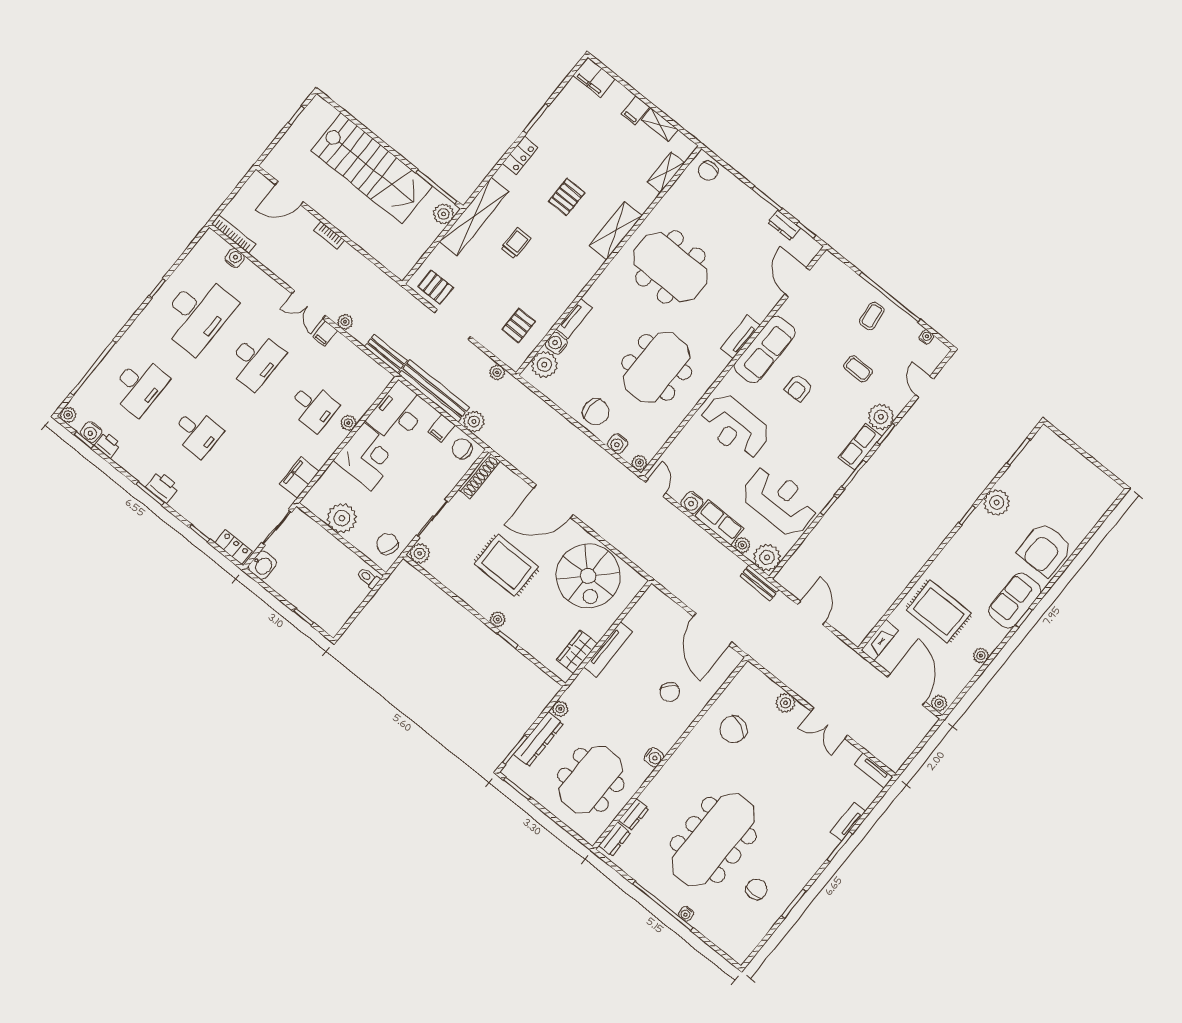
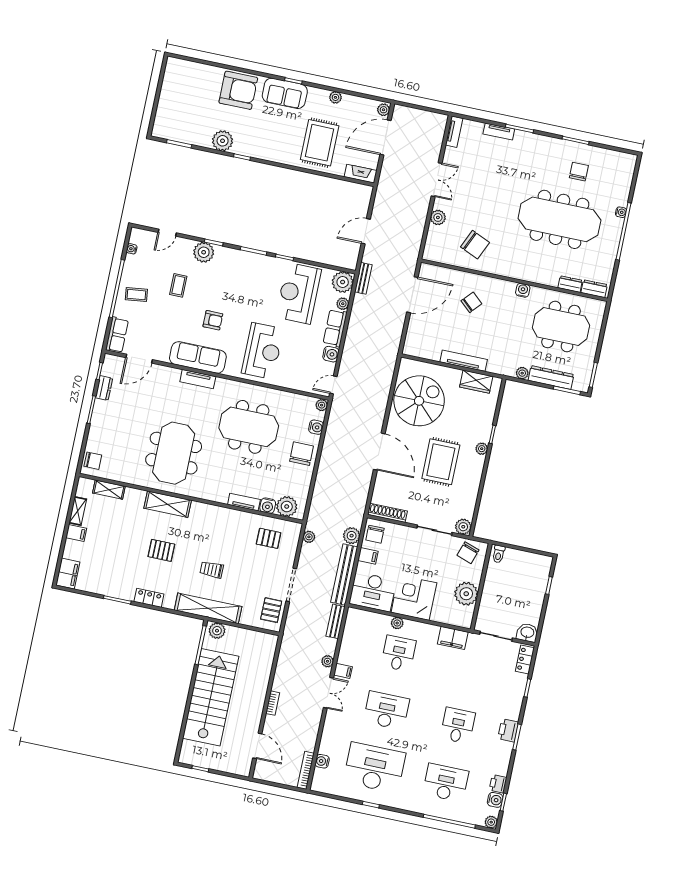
row of seats: (860, 447) -> (117, 335), moved, turned -90
chair: (756, 889) -> (579, 172), turned 90

